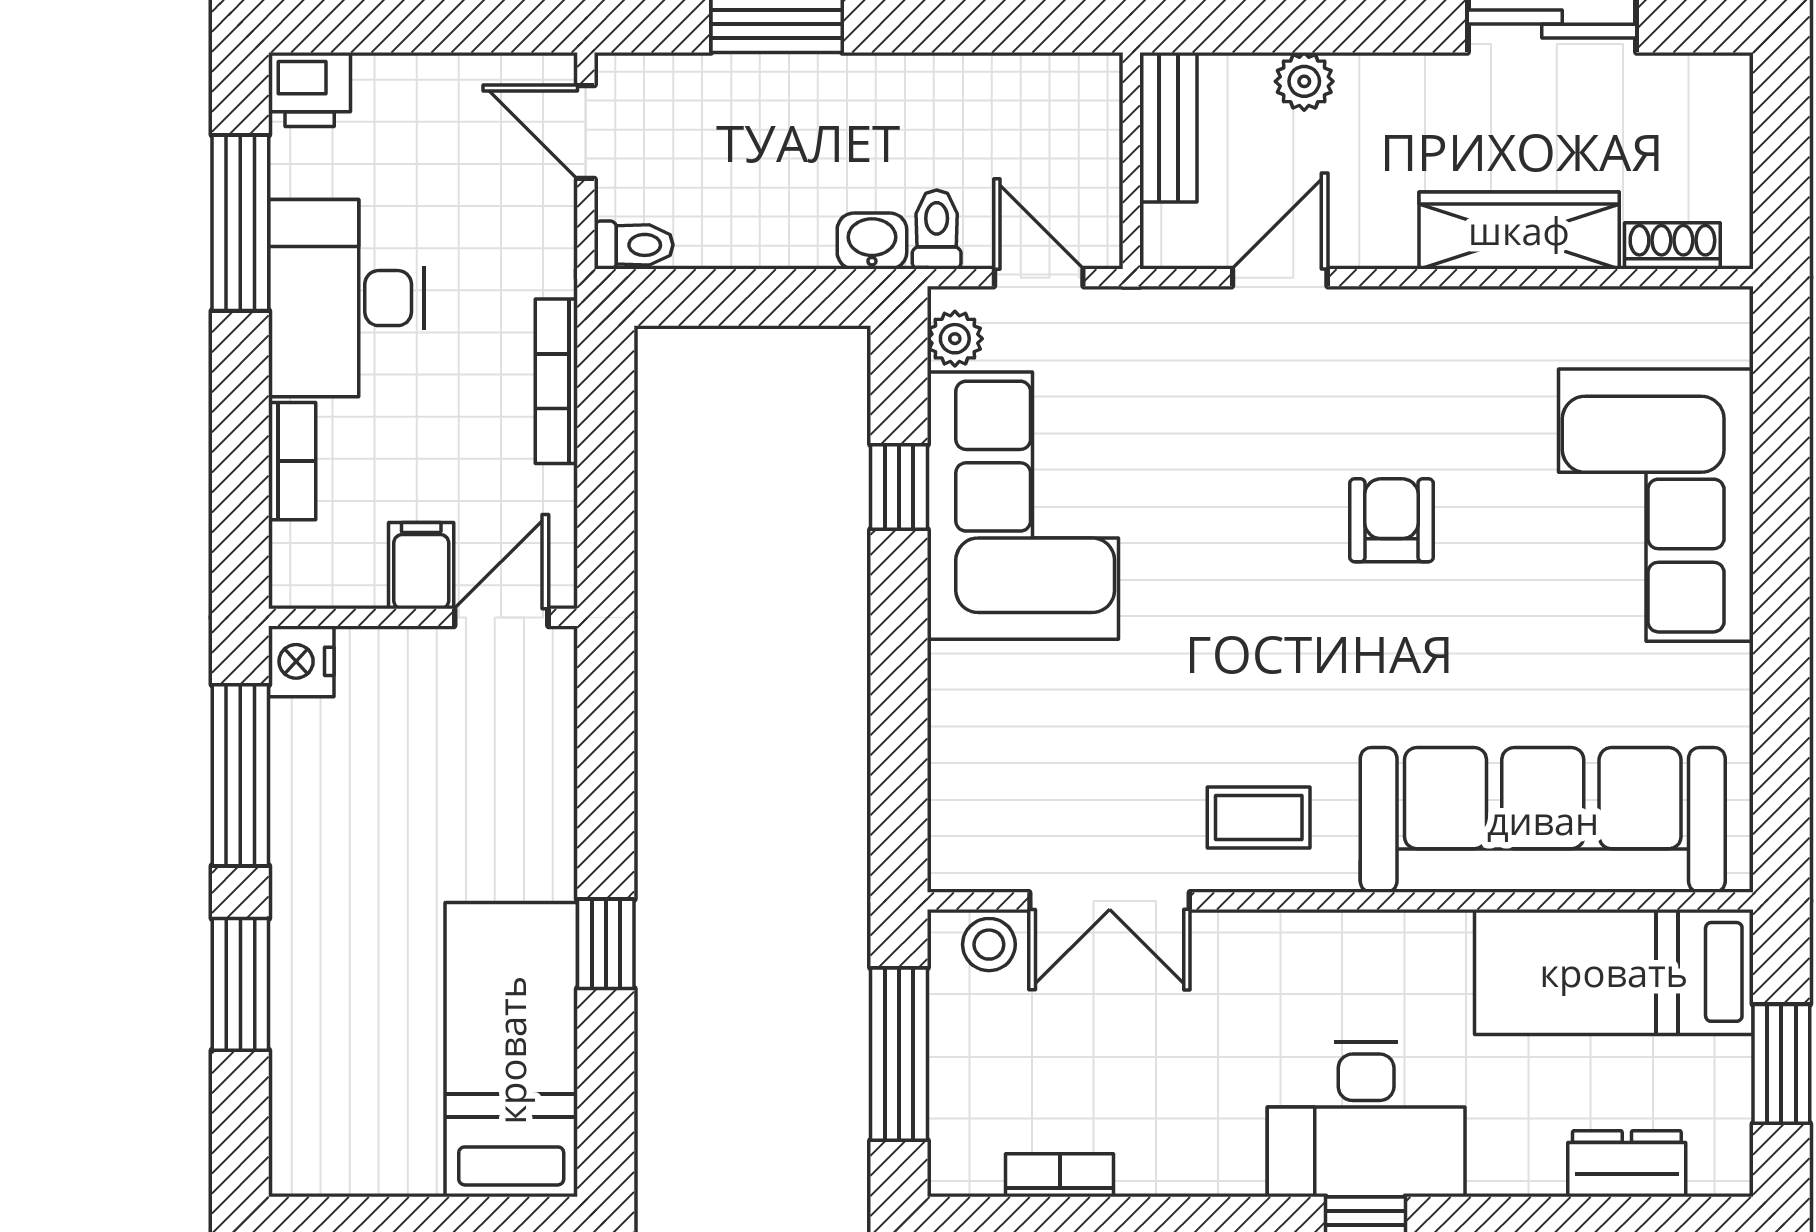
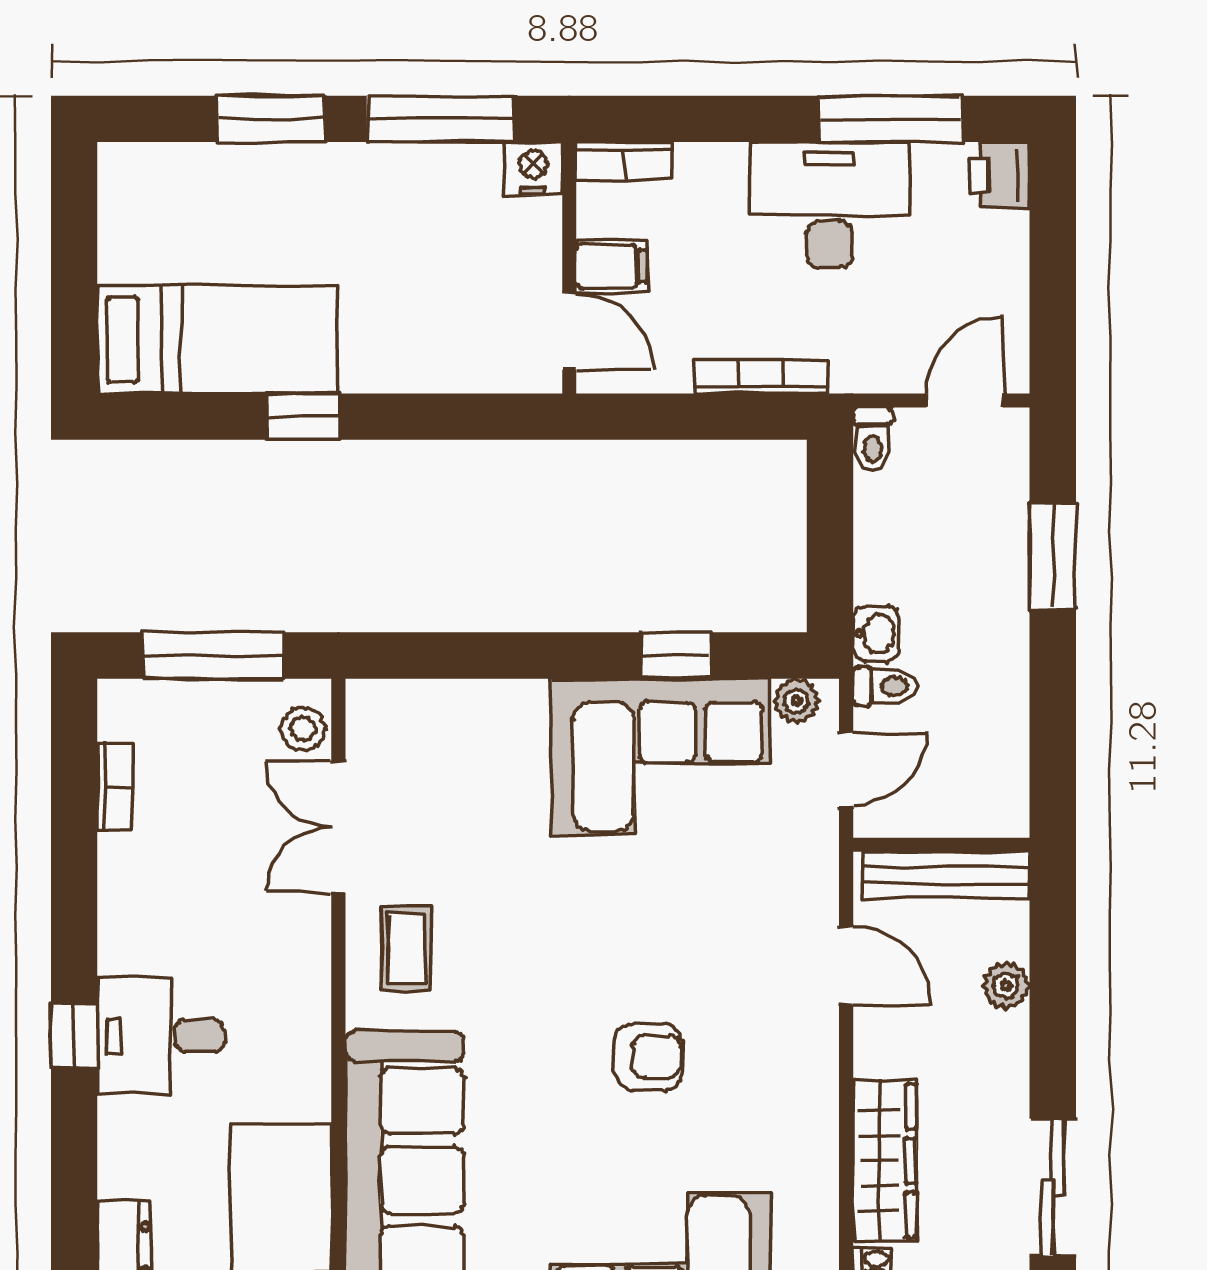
bench: (1168, 127) -> (946, 875), width x1.36
bookcase: (292, 461) -> (624, 161), moved
desk: (1366, 1119) -> (160, 1036), width x0.73

